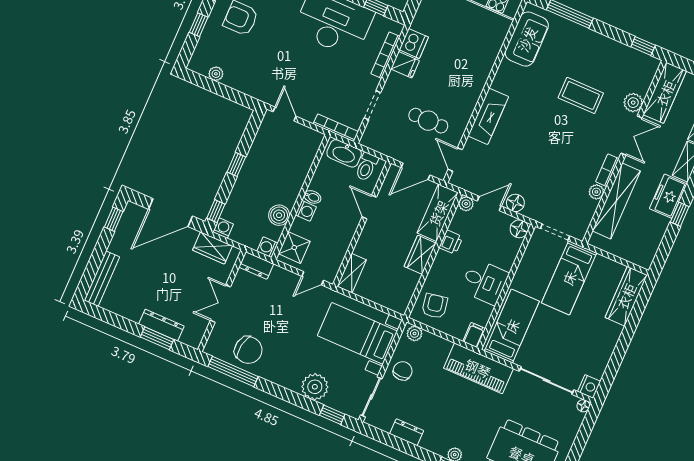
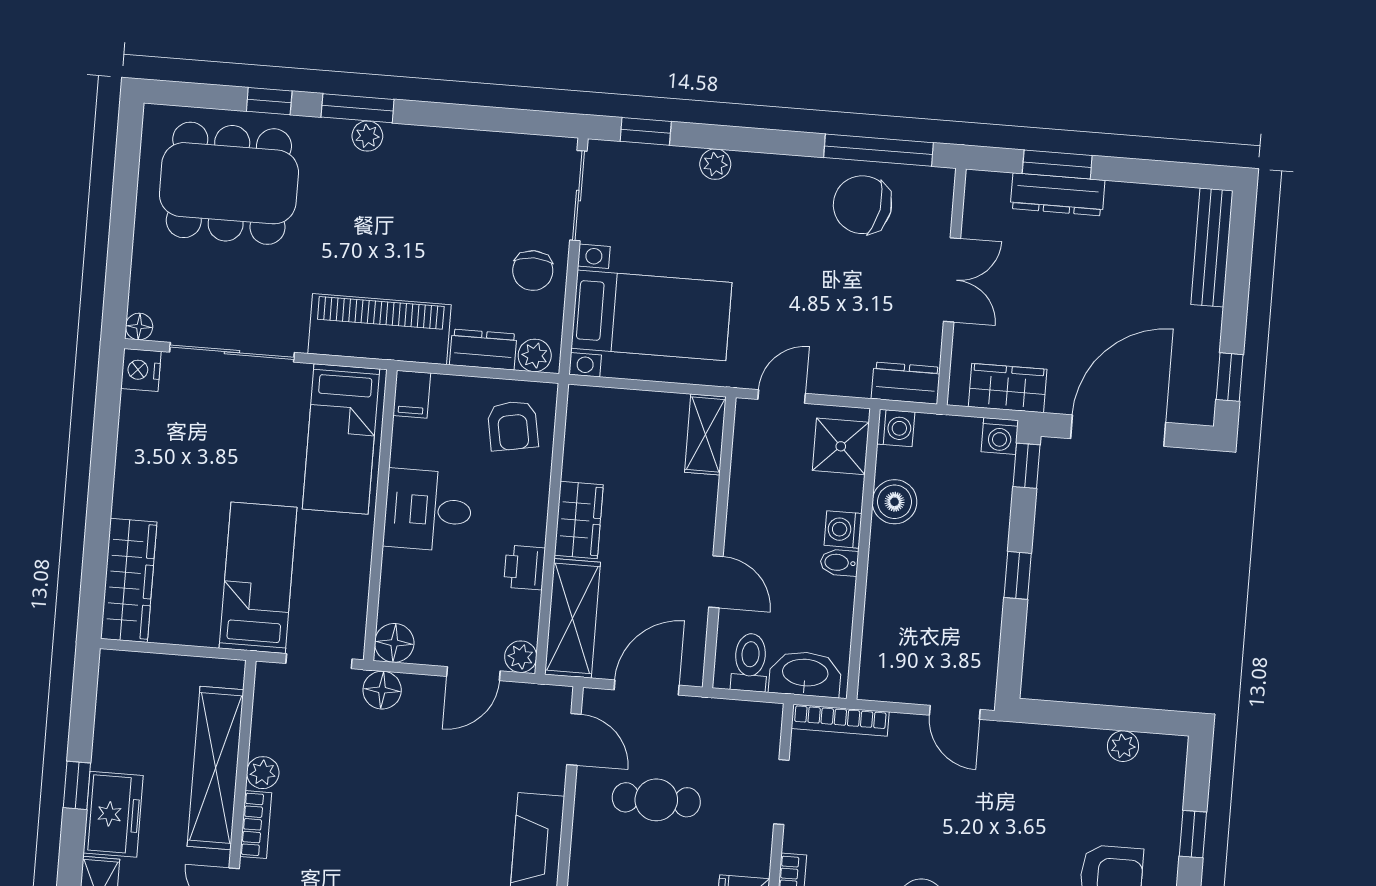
floor lamp: (515, 203) -> (382, 690), moved
plant: (315, 387) -> (715, 164), width x0.53, depth x0.53
dresser: (407, 432) -> (483, 349), moved, turned 180

